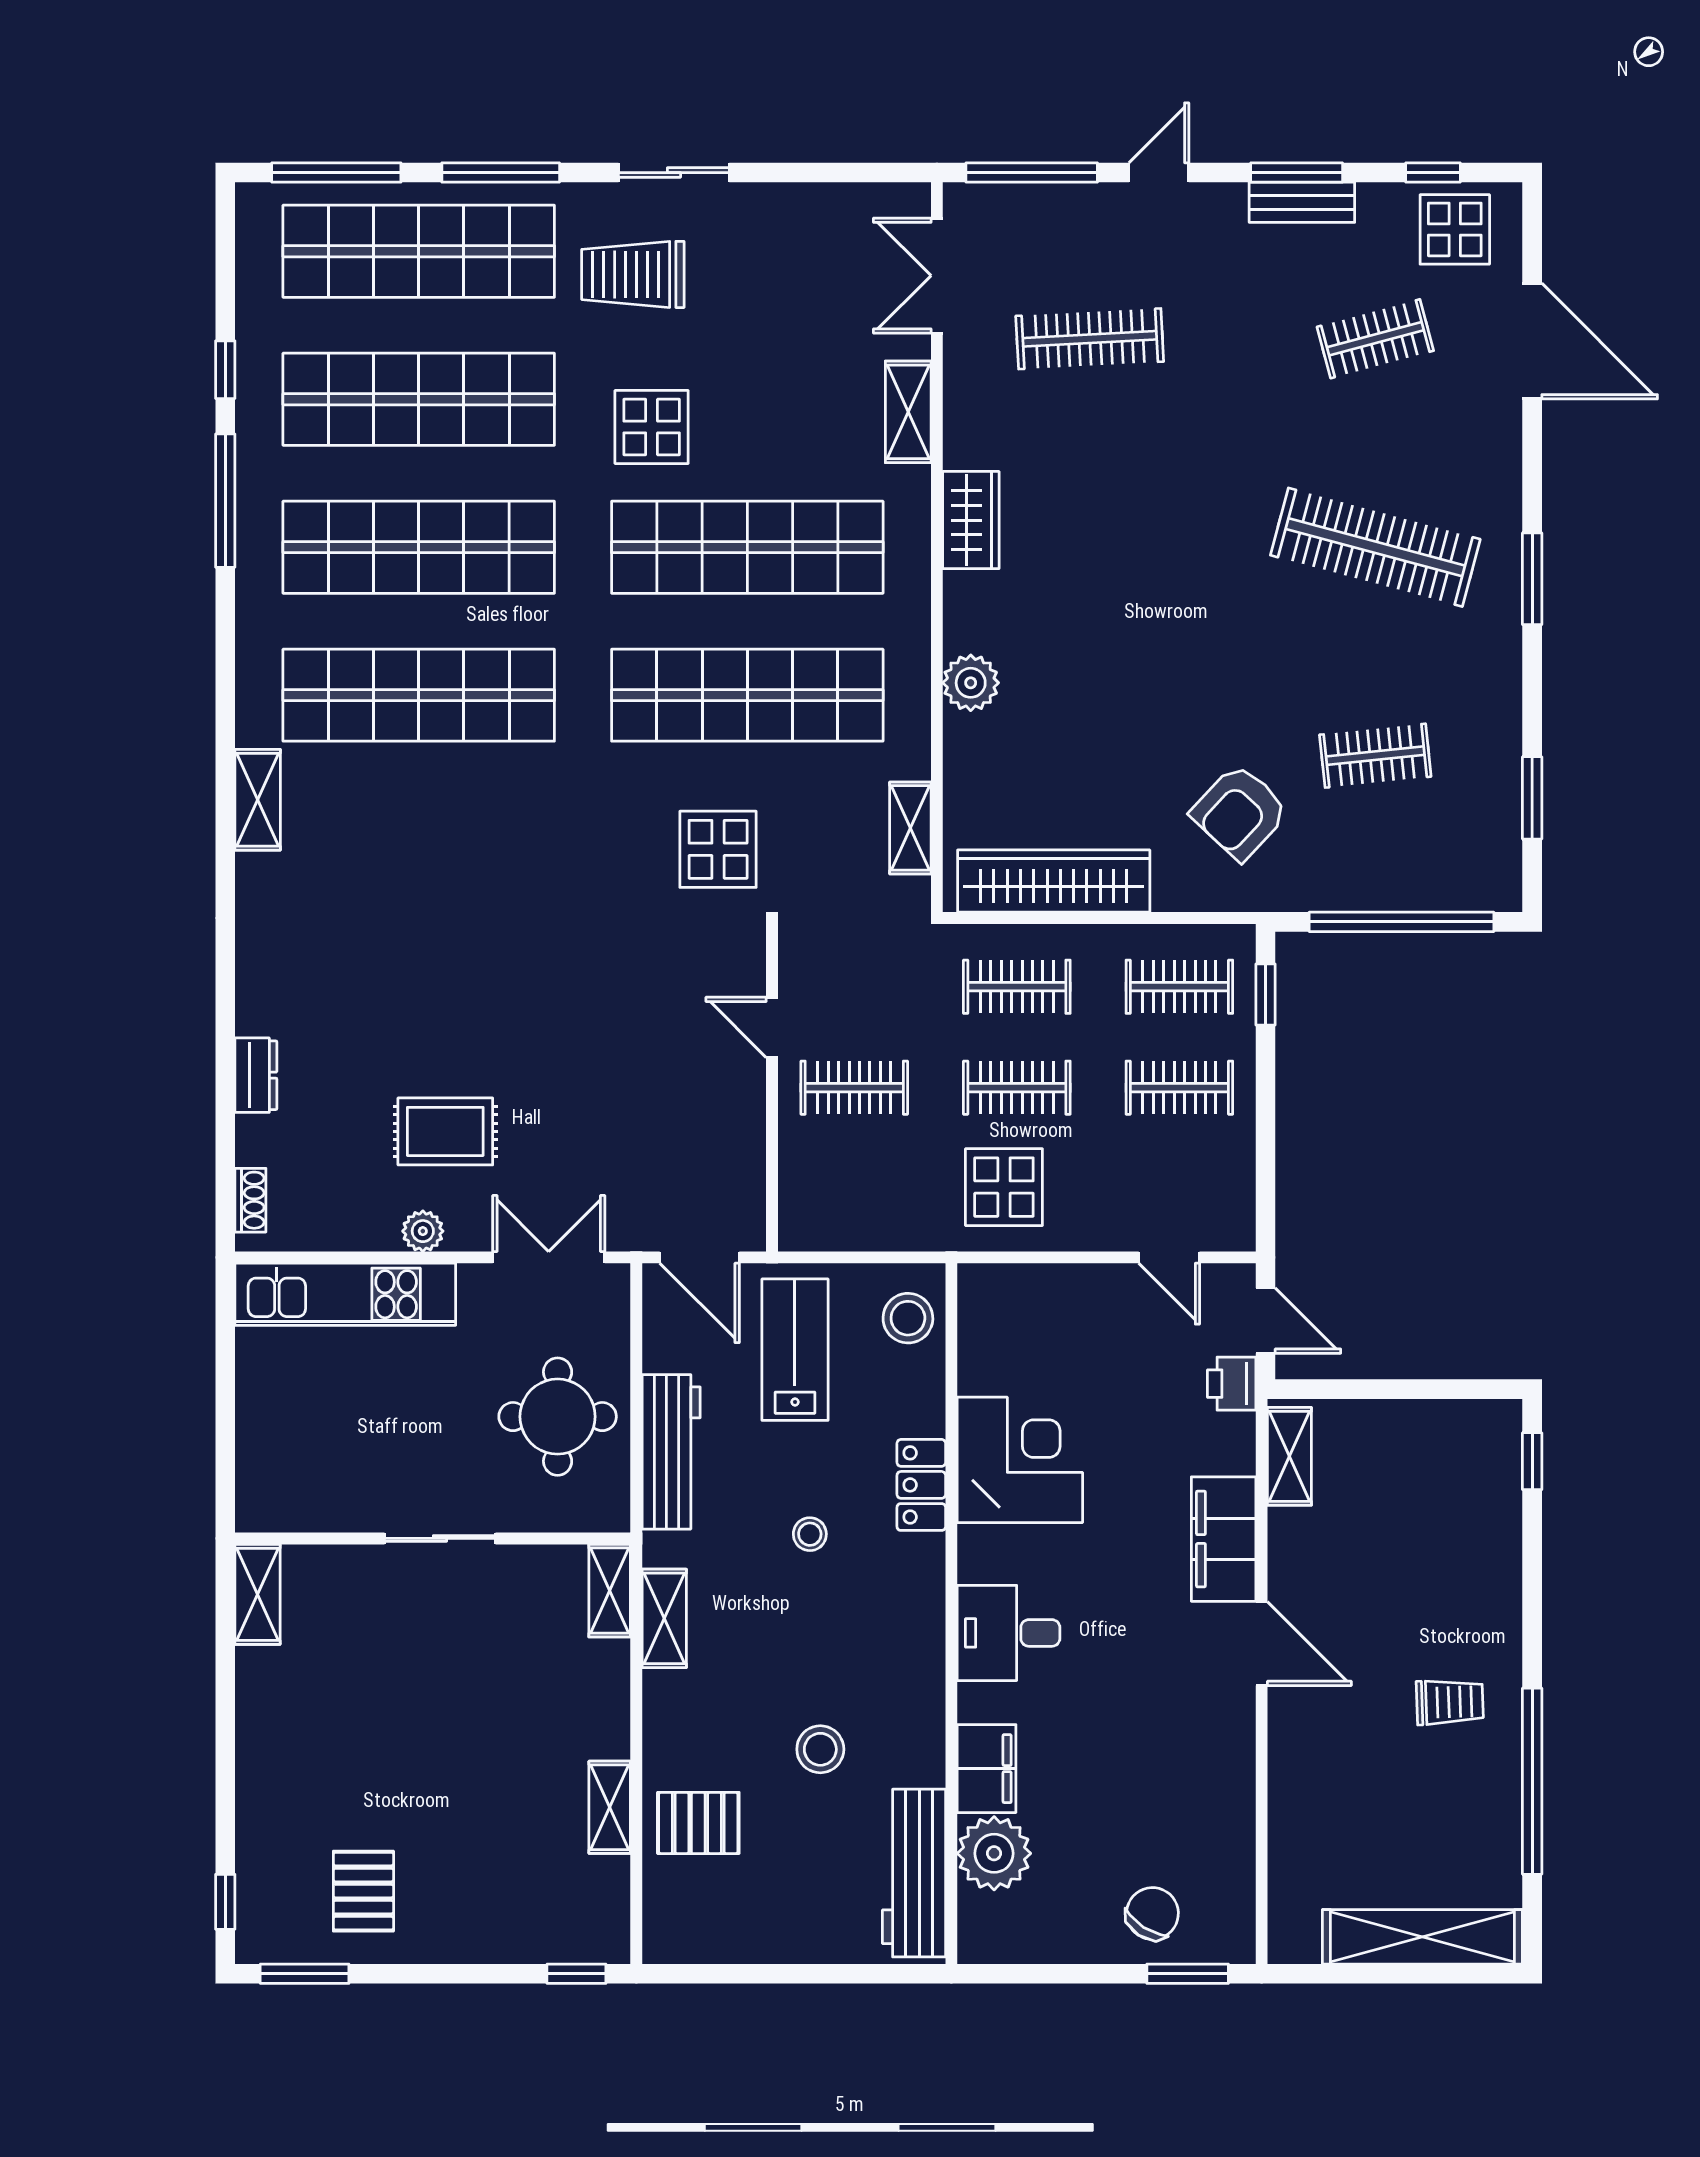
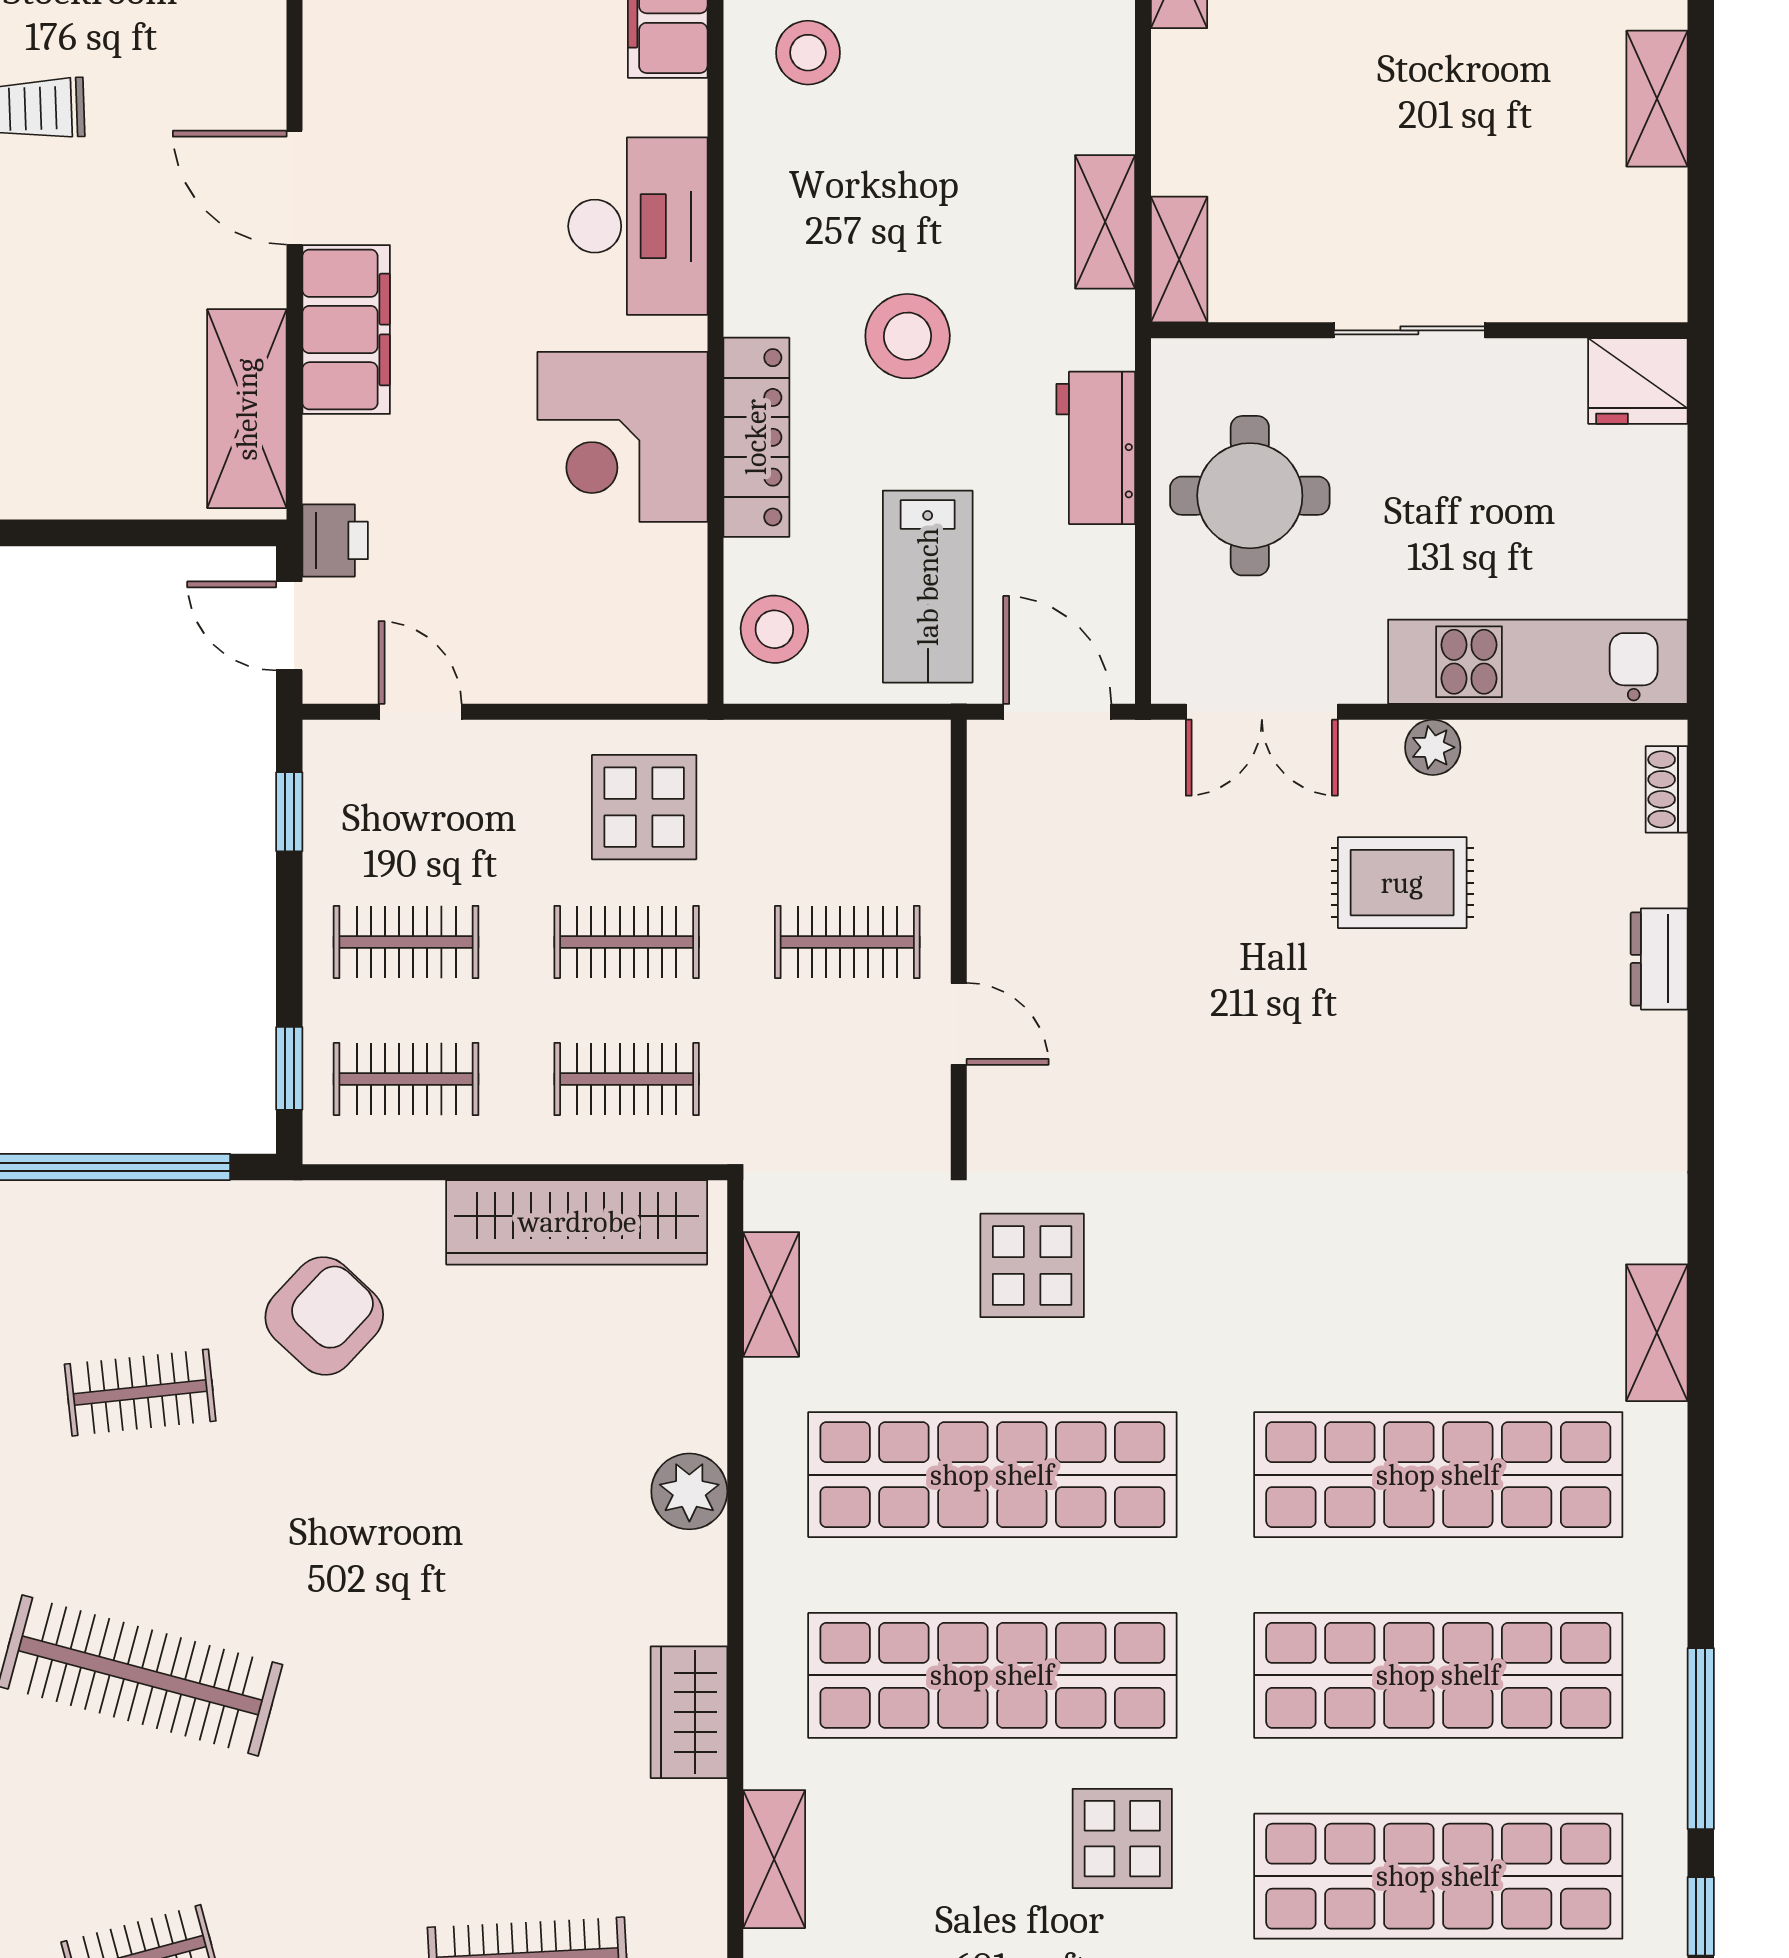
window: (1265, 1184) -> (289, 812), added
workbench: (671, 1452) -> (1096, 448), width x0.73
shelving: (1289, 1456) -> (247, 409), width x1.50, depth x1.33
locker: (921, 1485) -> (756, 437), width x1.53
fridge: (272, 1501) -> (1638, 381), added
stool: (810, 1534) -> (908, 336), width x1.89, depth x1.89
shelving: (257, 1594) -> (1657, 99), moved
desk: (1009, 1633) -> (638, 226), width x1.37
stool: (820, 1749) -> (808, 53), moved

